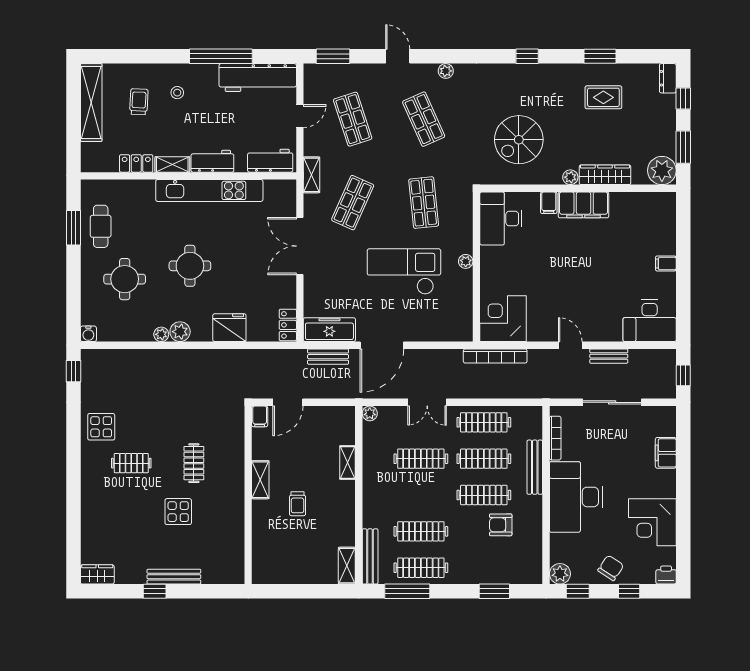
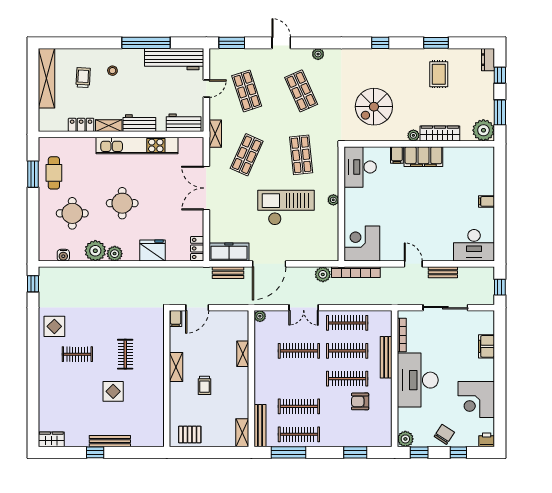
rug: (603, 97) -> (439, 74), turned 90
water cooler: (88, 334) -> (63, 255), moved
plant: (161, 334) -> (95, 251), width x1.87, depth x1.87
plant: (452, 359) -> (323, 274), added
pallet: (278, 568) -> (190, 435), added

